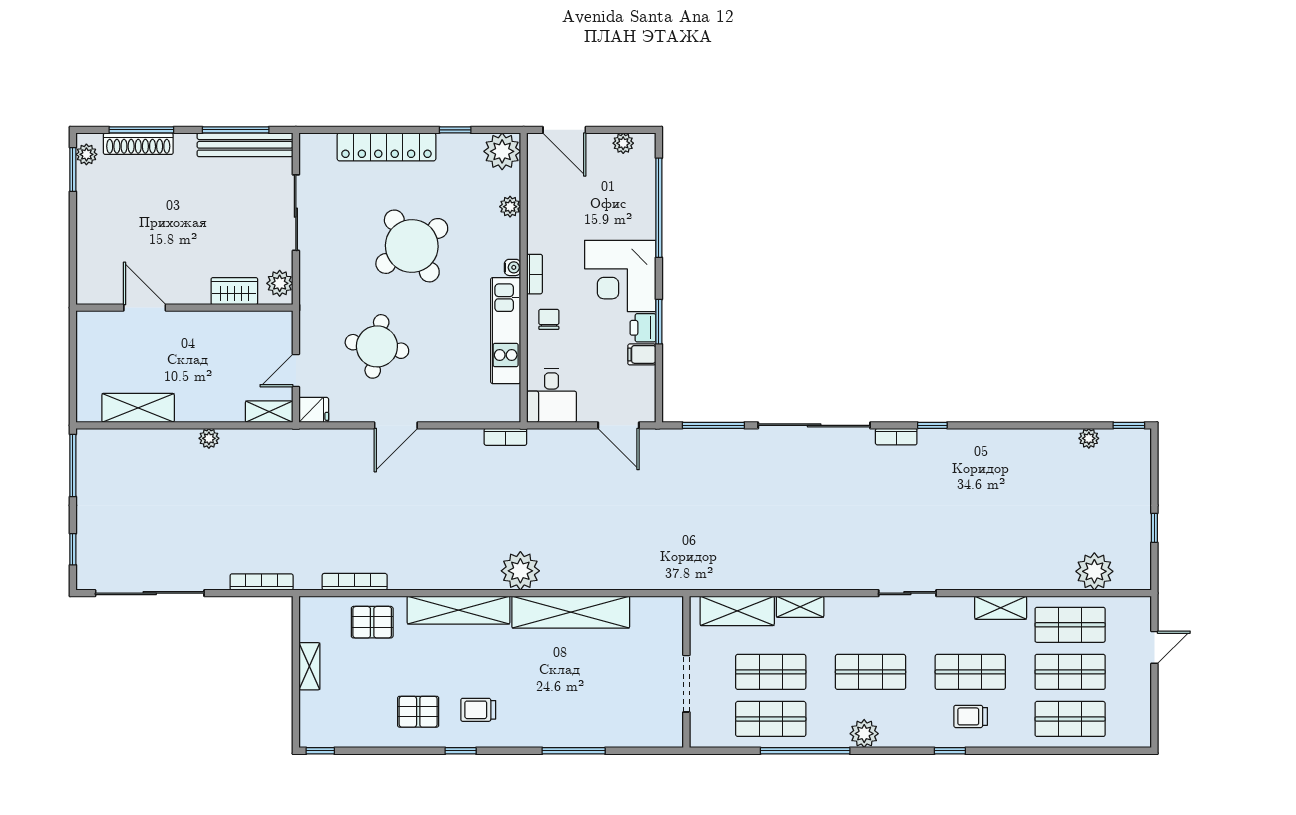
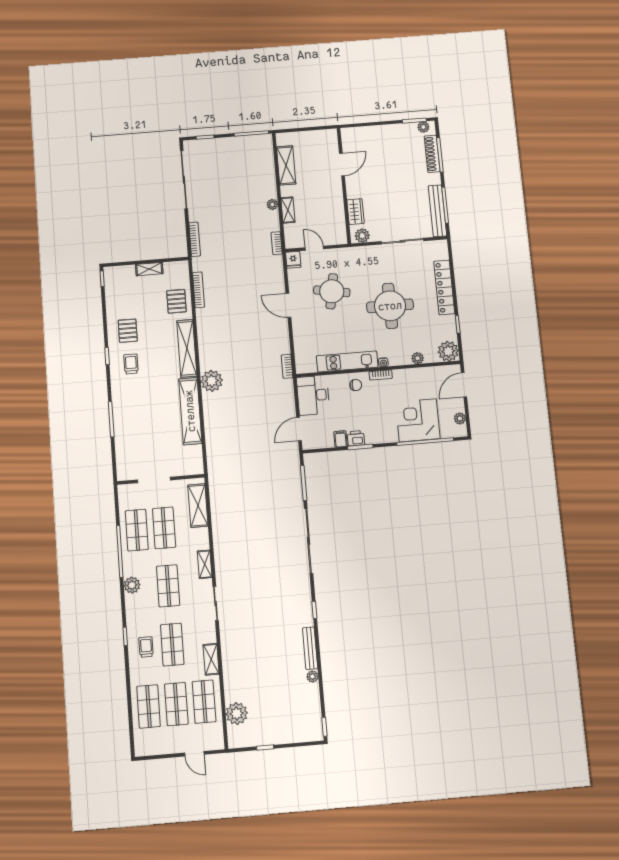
round table: (412, 246) -> (390, 306), turned 34
corner desk: (620, 276) -> (418, 420), moved
desk: (552, 395) -> (313, 395), width x1.37
shelving: (269, 412) -> (288, 210), moved
bookcase: (896, 437) -> (277, 243), moved
bench: (996, 438) -> (310, 648), added
plant: (1089, 438) -> (312, 676), moved
shelving: (800, 607) -> (205, 564), moved

